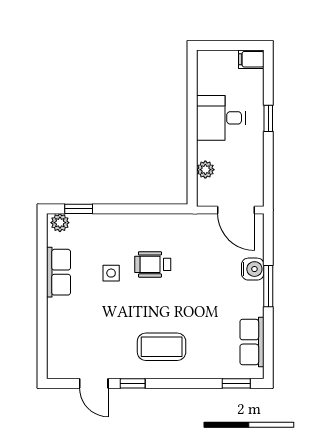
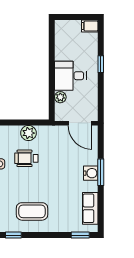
desk: (221, 118) -> (70, 76), moved
plant: (156, 225) -> (28, 133), added
water cooler: (253, 269) -> (91, 173), moved

